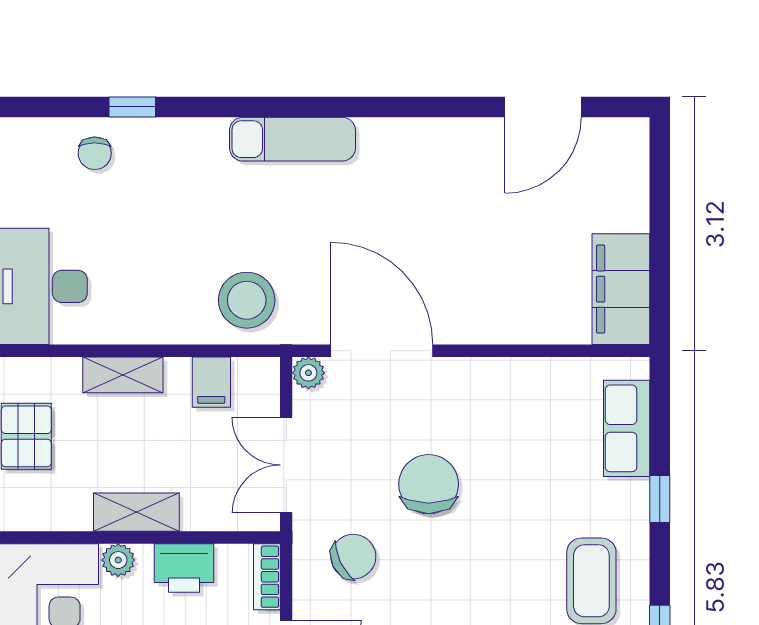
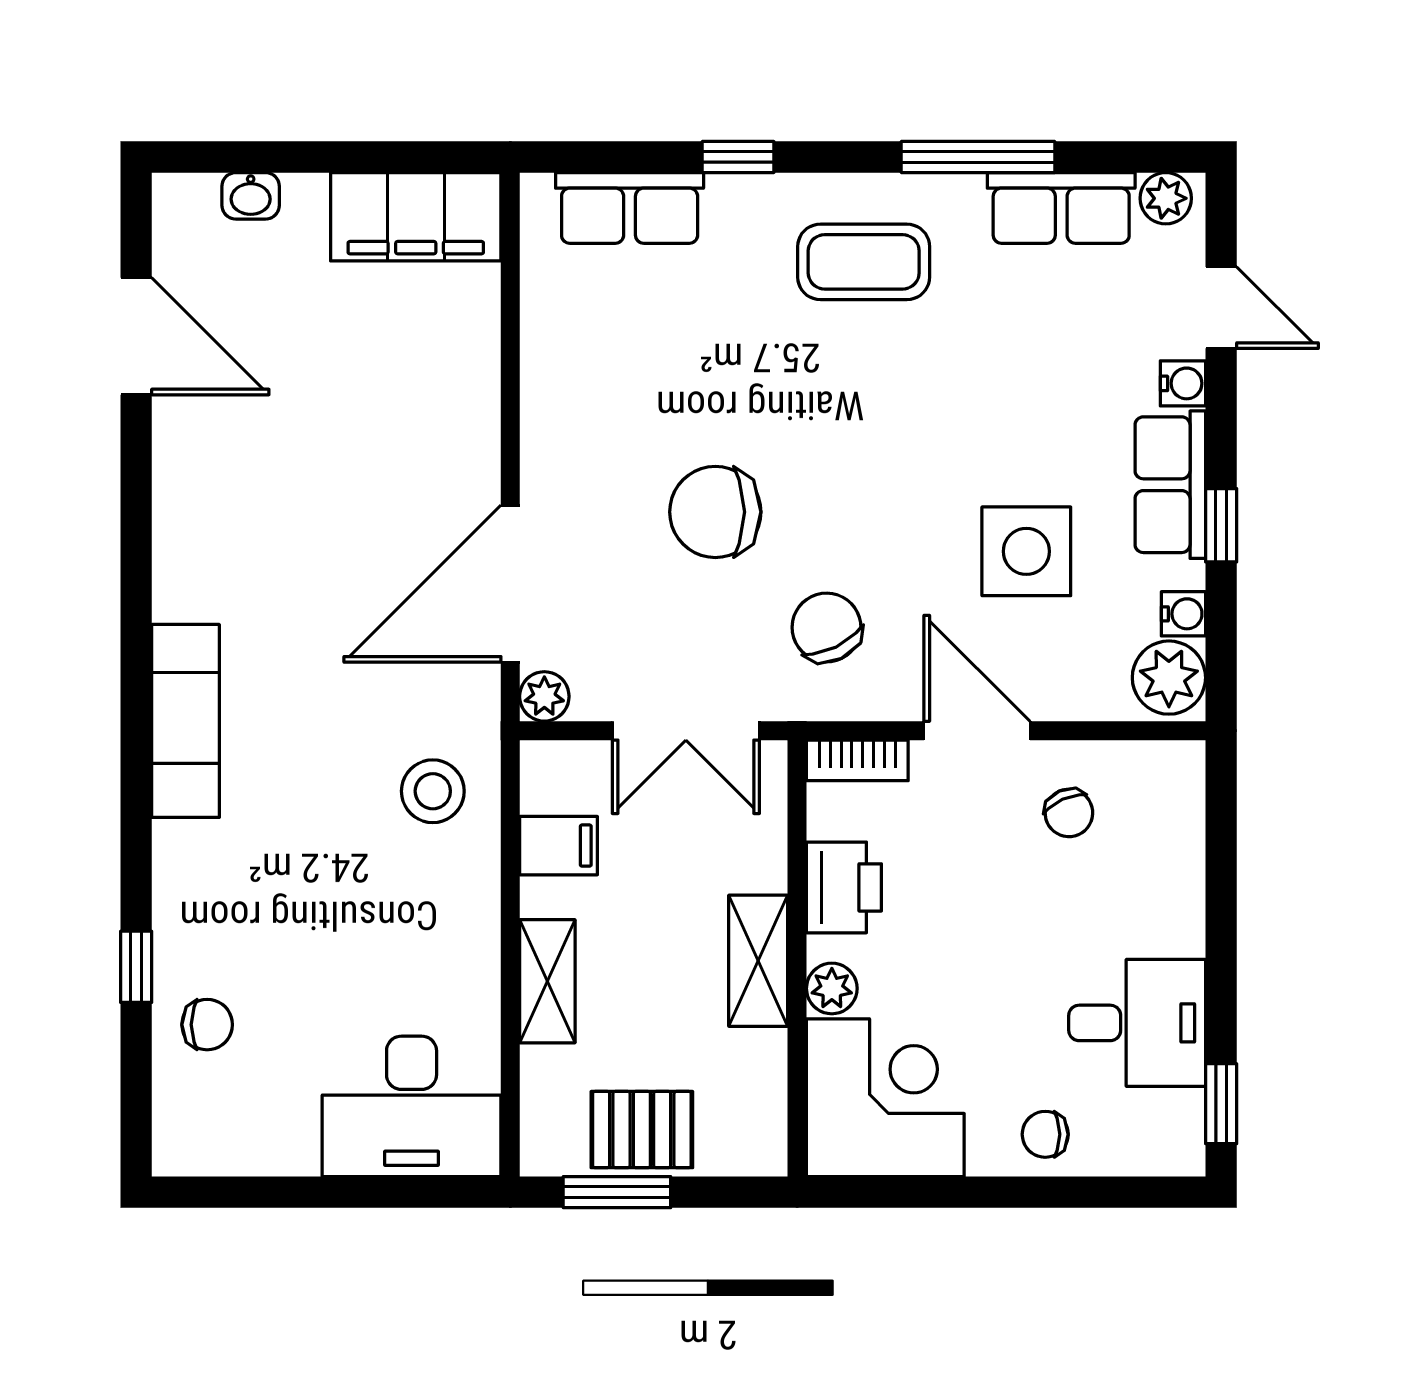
washbasin: (634, 182) -> (251, 196), added
stool: (247, 300) -> (433, 791), width x0.73, depth x0.73

